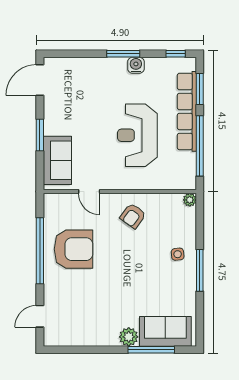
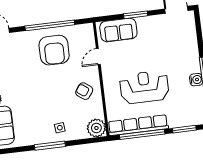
row of seats: (187, 111) -> (138, 125), moved
plant: (190, 200) -> (96, 128), width x1.88, depth x1.88

